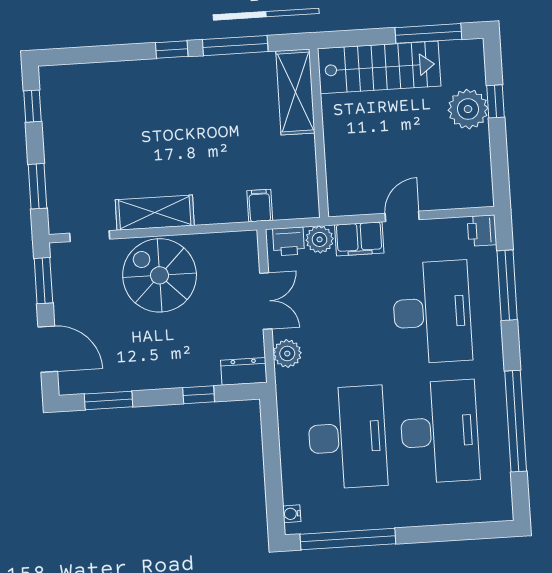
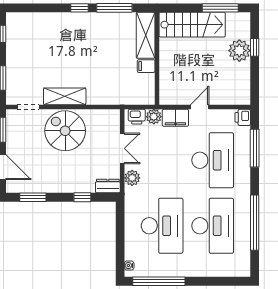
filing cabinet: (260, 206) -> (146, 66), moved, turned -90

